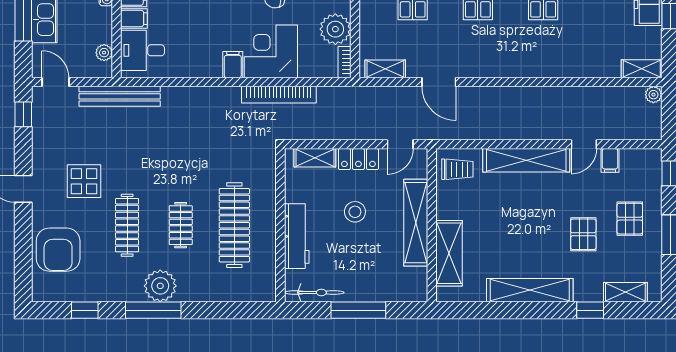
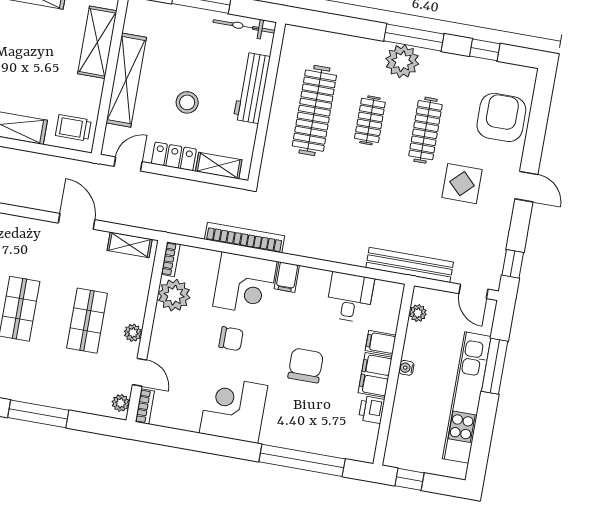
desk: (143, 50) -> (350, 297), moved, turned -90

